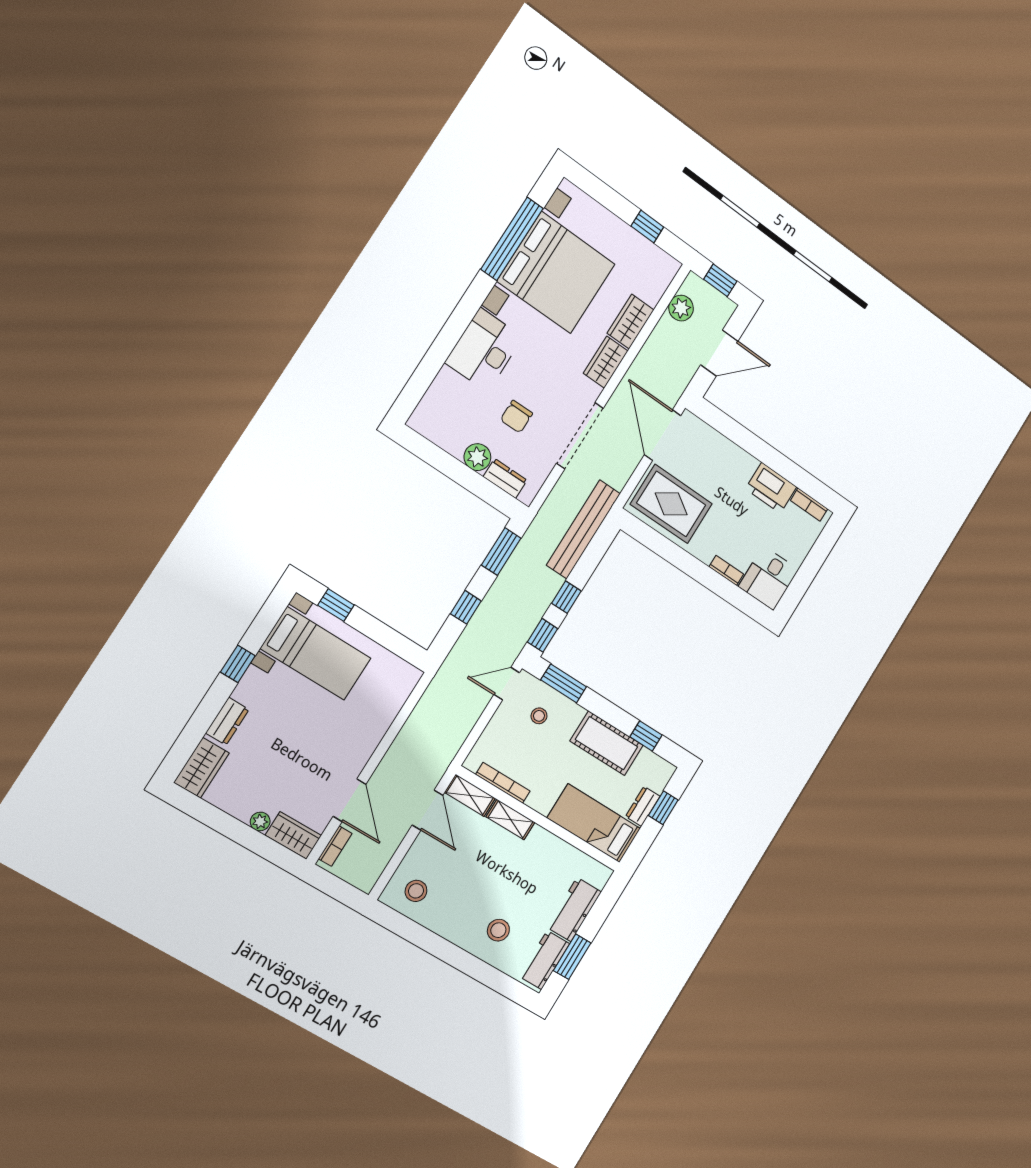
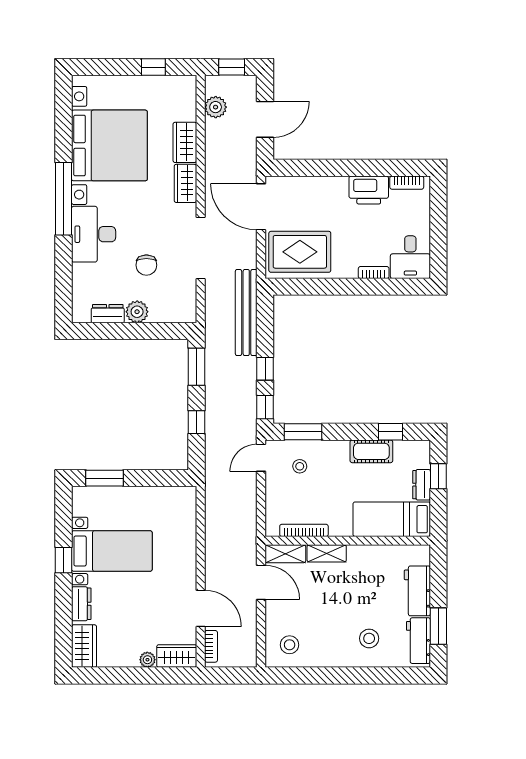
window: (512, 239) -> (64, 199), moved
dresser: (505, 478) -> (108, 314), moved
window: (336, 605) -> (105, 478), width x1.50
bed with nightstands: (316, 653) -> (112, 551), moved
cot: (607, 743) -> (371, 451), width x0.73, depth x0.75

